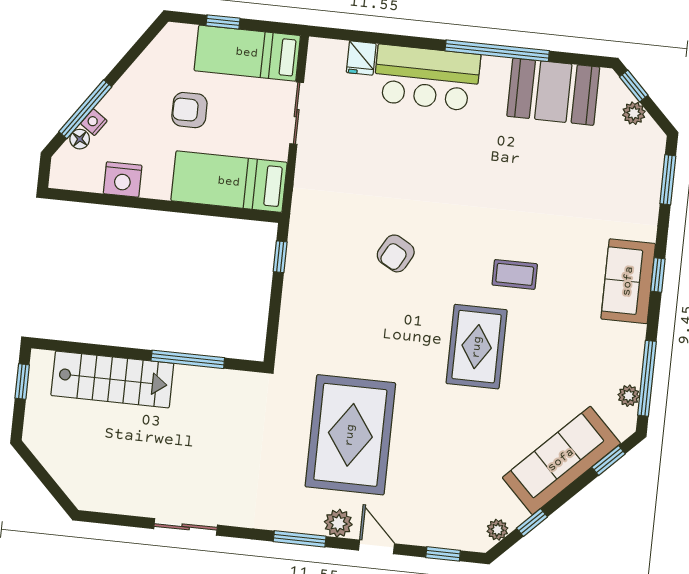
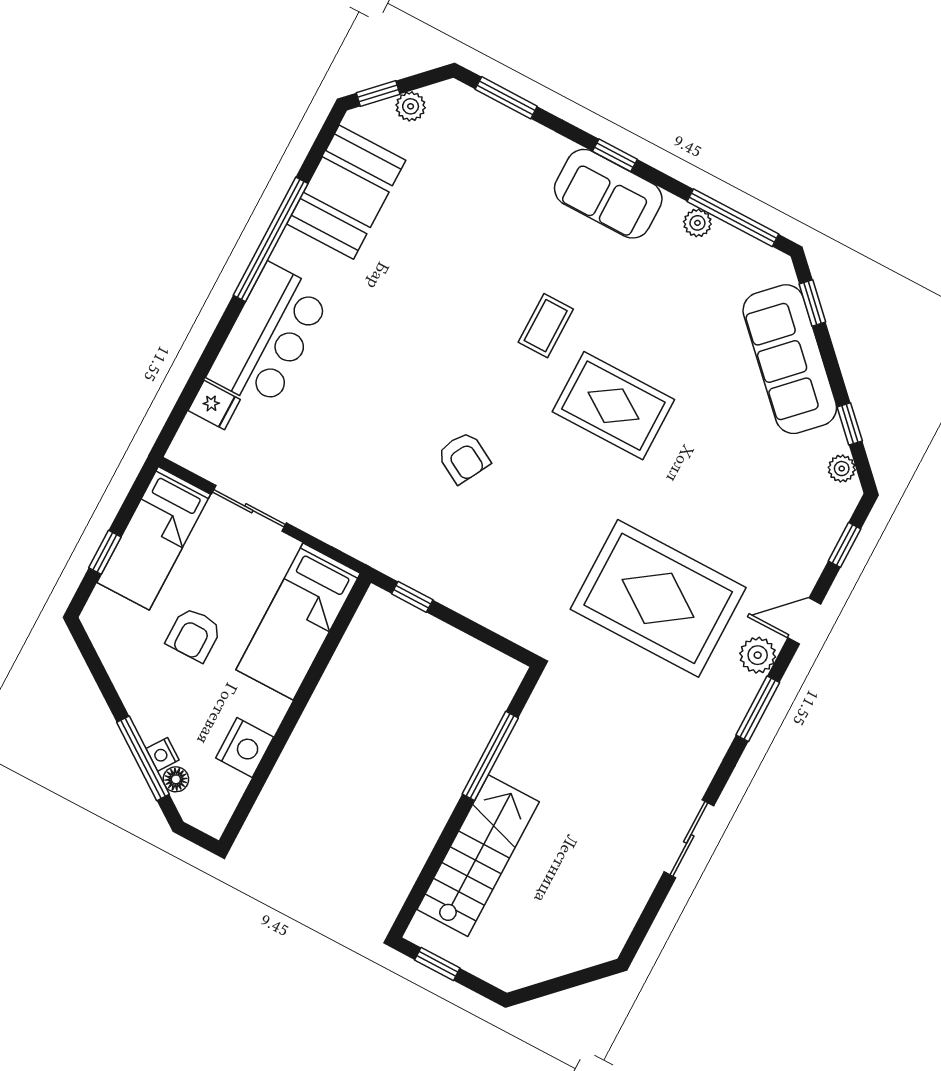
plant: (629, 396) -> (697, 223), moved

